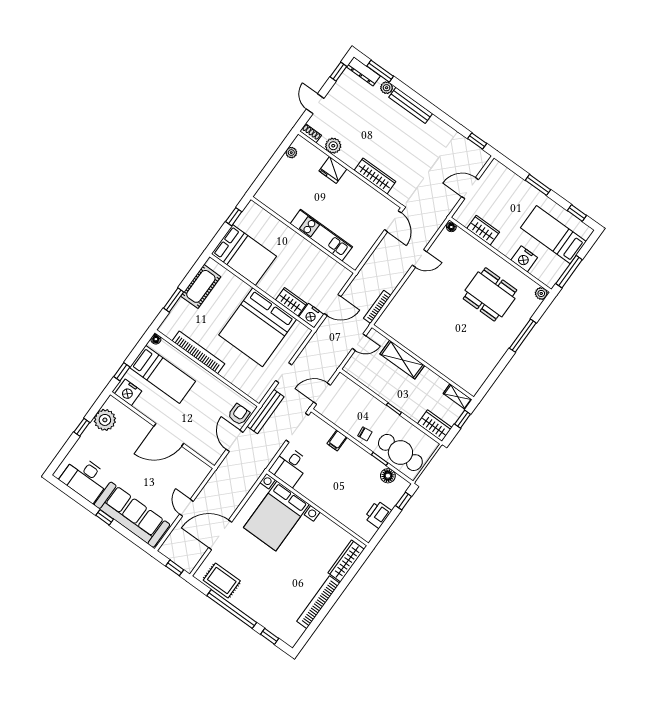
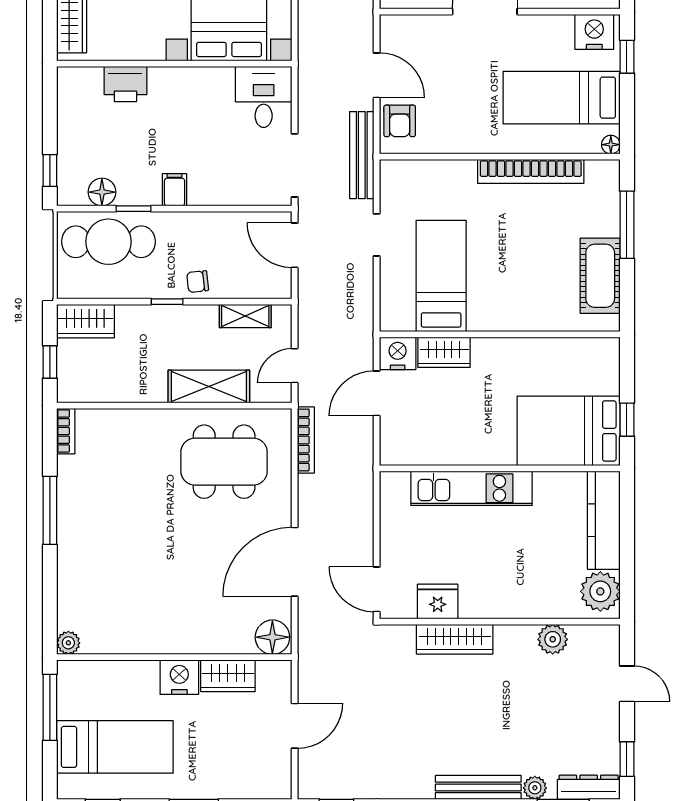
shoe rack: (311, 133) -> (601, 634), removed
plant: (291, 153) -> (600, 591), width x1.88, depth x1.88
fridge: (333, 170) -> (438, 602), moved
kitchen counter: (275, 181) -> (604, 520), added
floor lamp: (451, 227) -> (272, 637), width x1.89, depth x1.89
bed: (244, 255) -> (569, 431), moved
door: (420, 258) -> (295, 562), width x1.88
nightstand: (524, 259) -> (179, 677), moved
dining table: (490, 294) -> (224, 462), moved
window: (174, 300) -> (627, 225), width x1.44
bed: (258, 327) -> (441, 276), width x0.49
window: (523, 336) -> (50, 510), moved
bookcase: (477, 385) -> (66, 431), added
door: (322, 394) -> (295, 245), swing flipped
shelving: (458, 397) -> (245, 316), moved
chair: (365, 434) -> (198, 282), moved
filing cabinet: (337, 440) -> (175, 190), moved
printer: (378, 514) -> (125, 84), moved, turned 90

